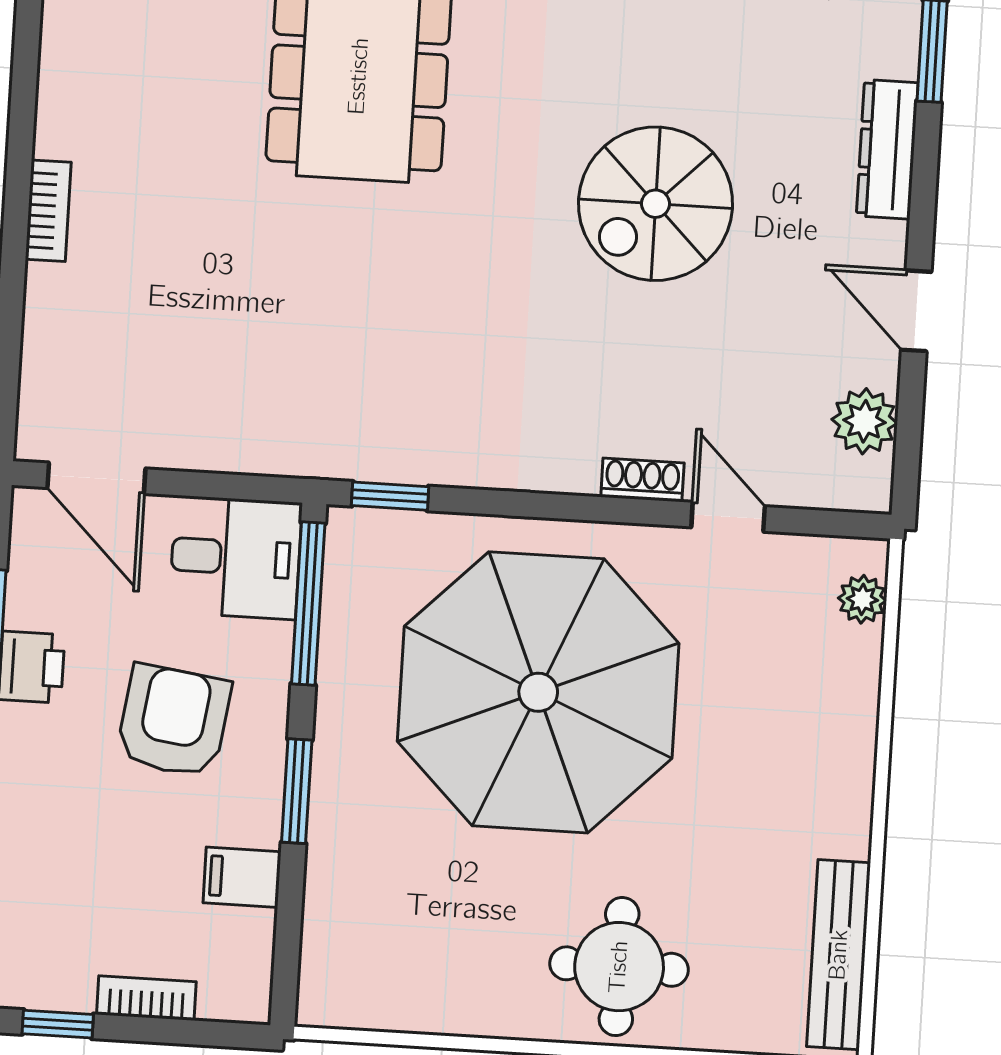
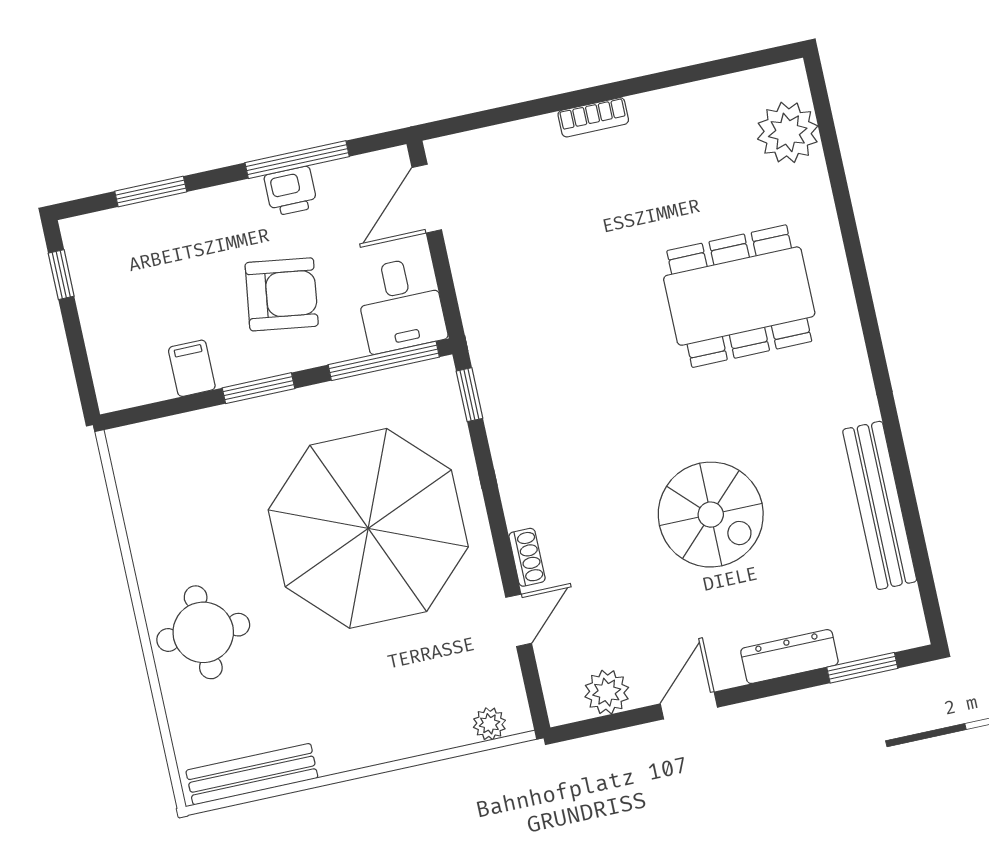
spiral stairs: (655, 204) -> (711, 515), turned 180
bookcase: (146, 998) -> (95, 328), removed

